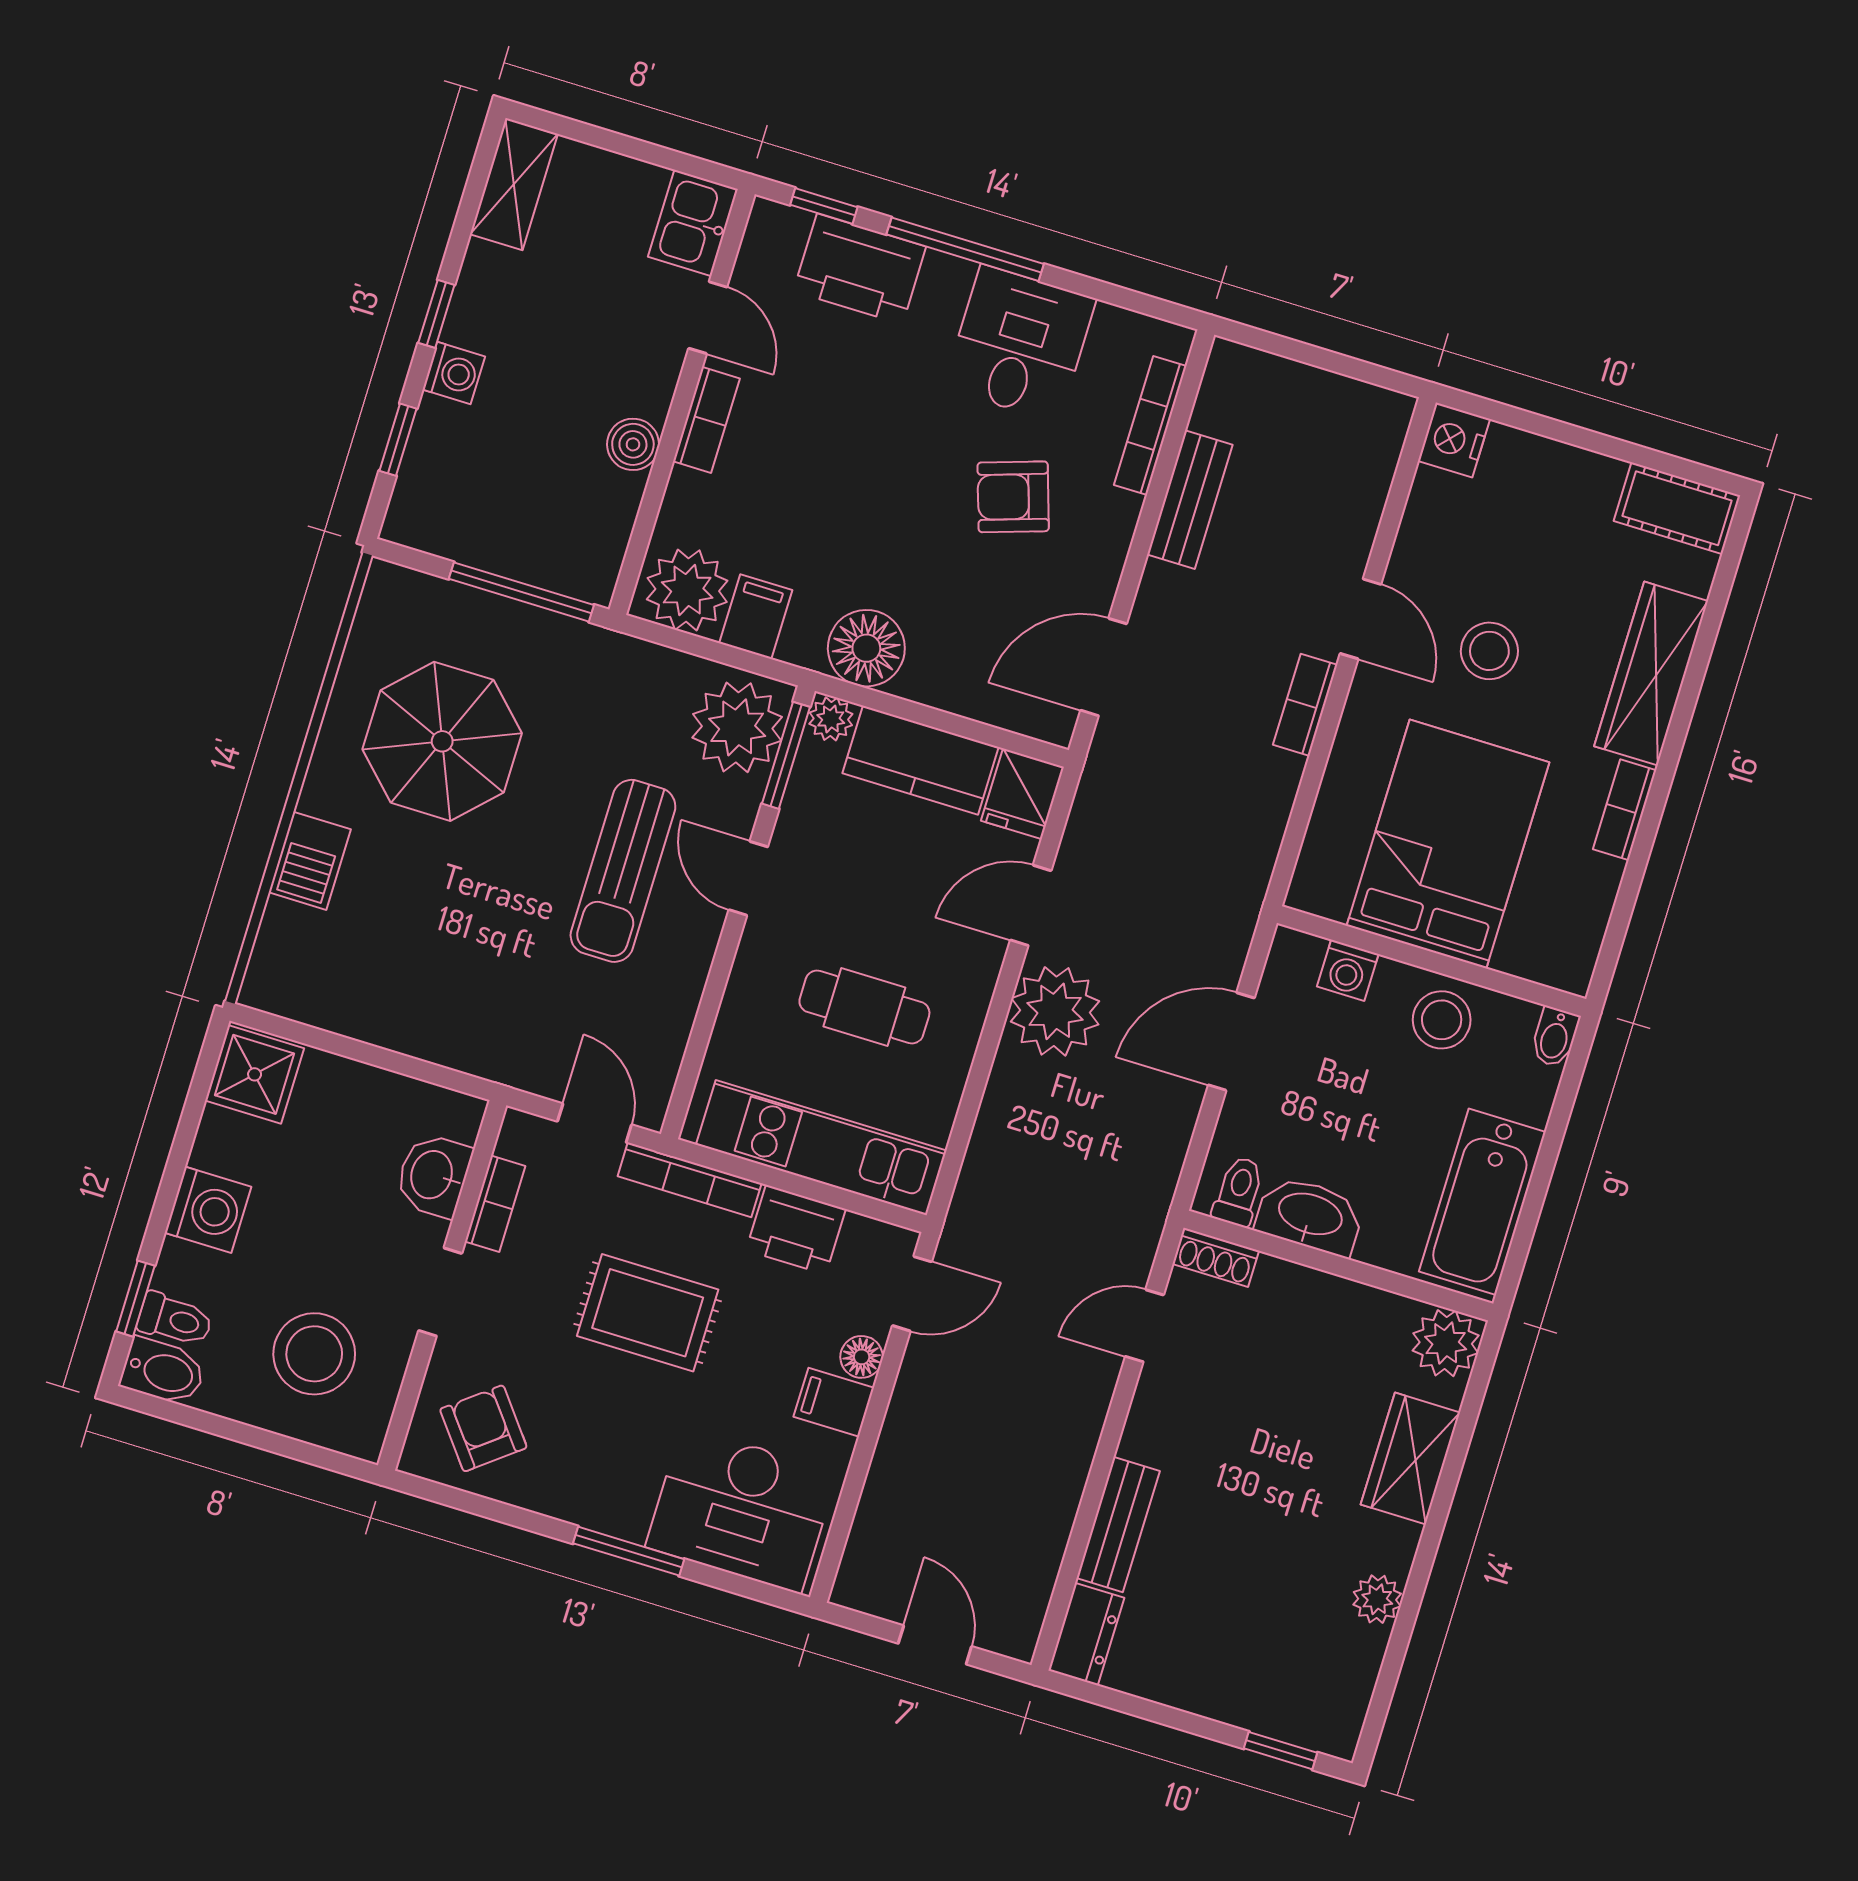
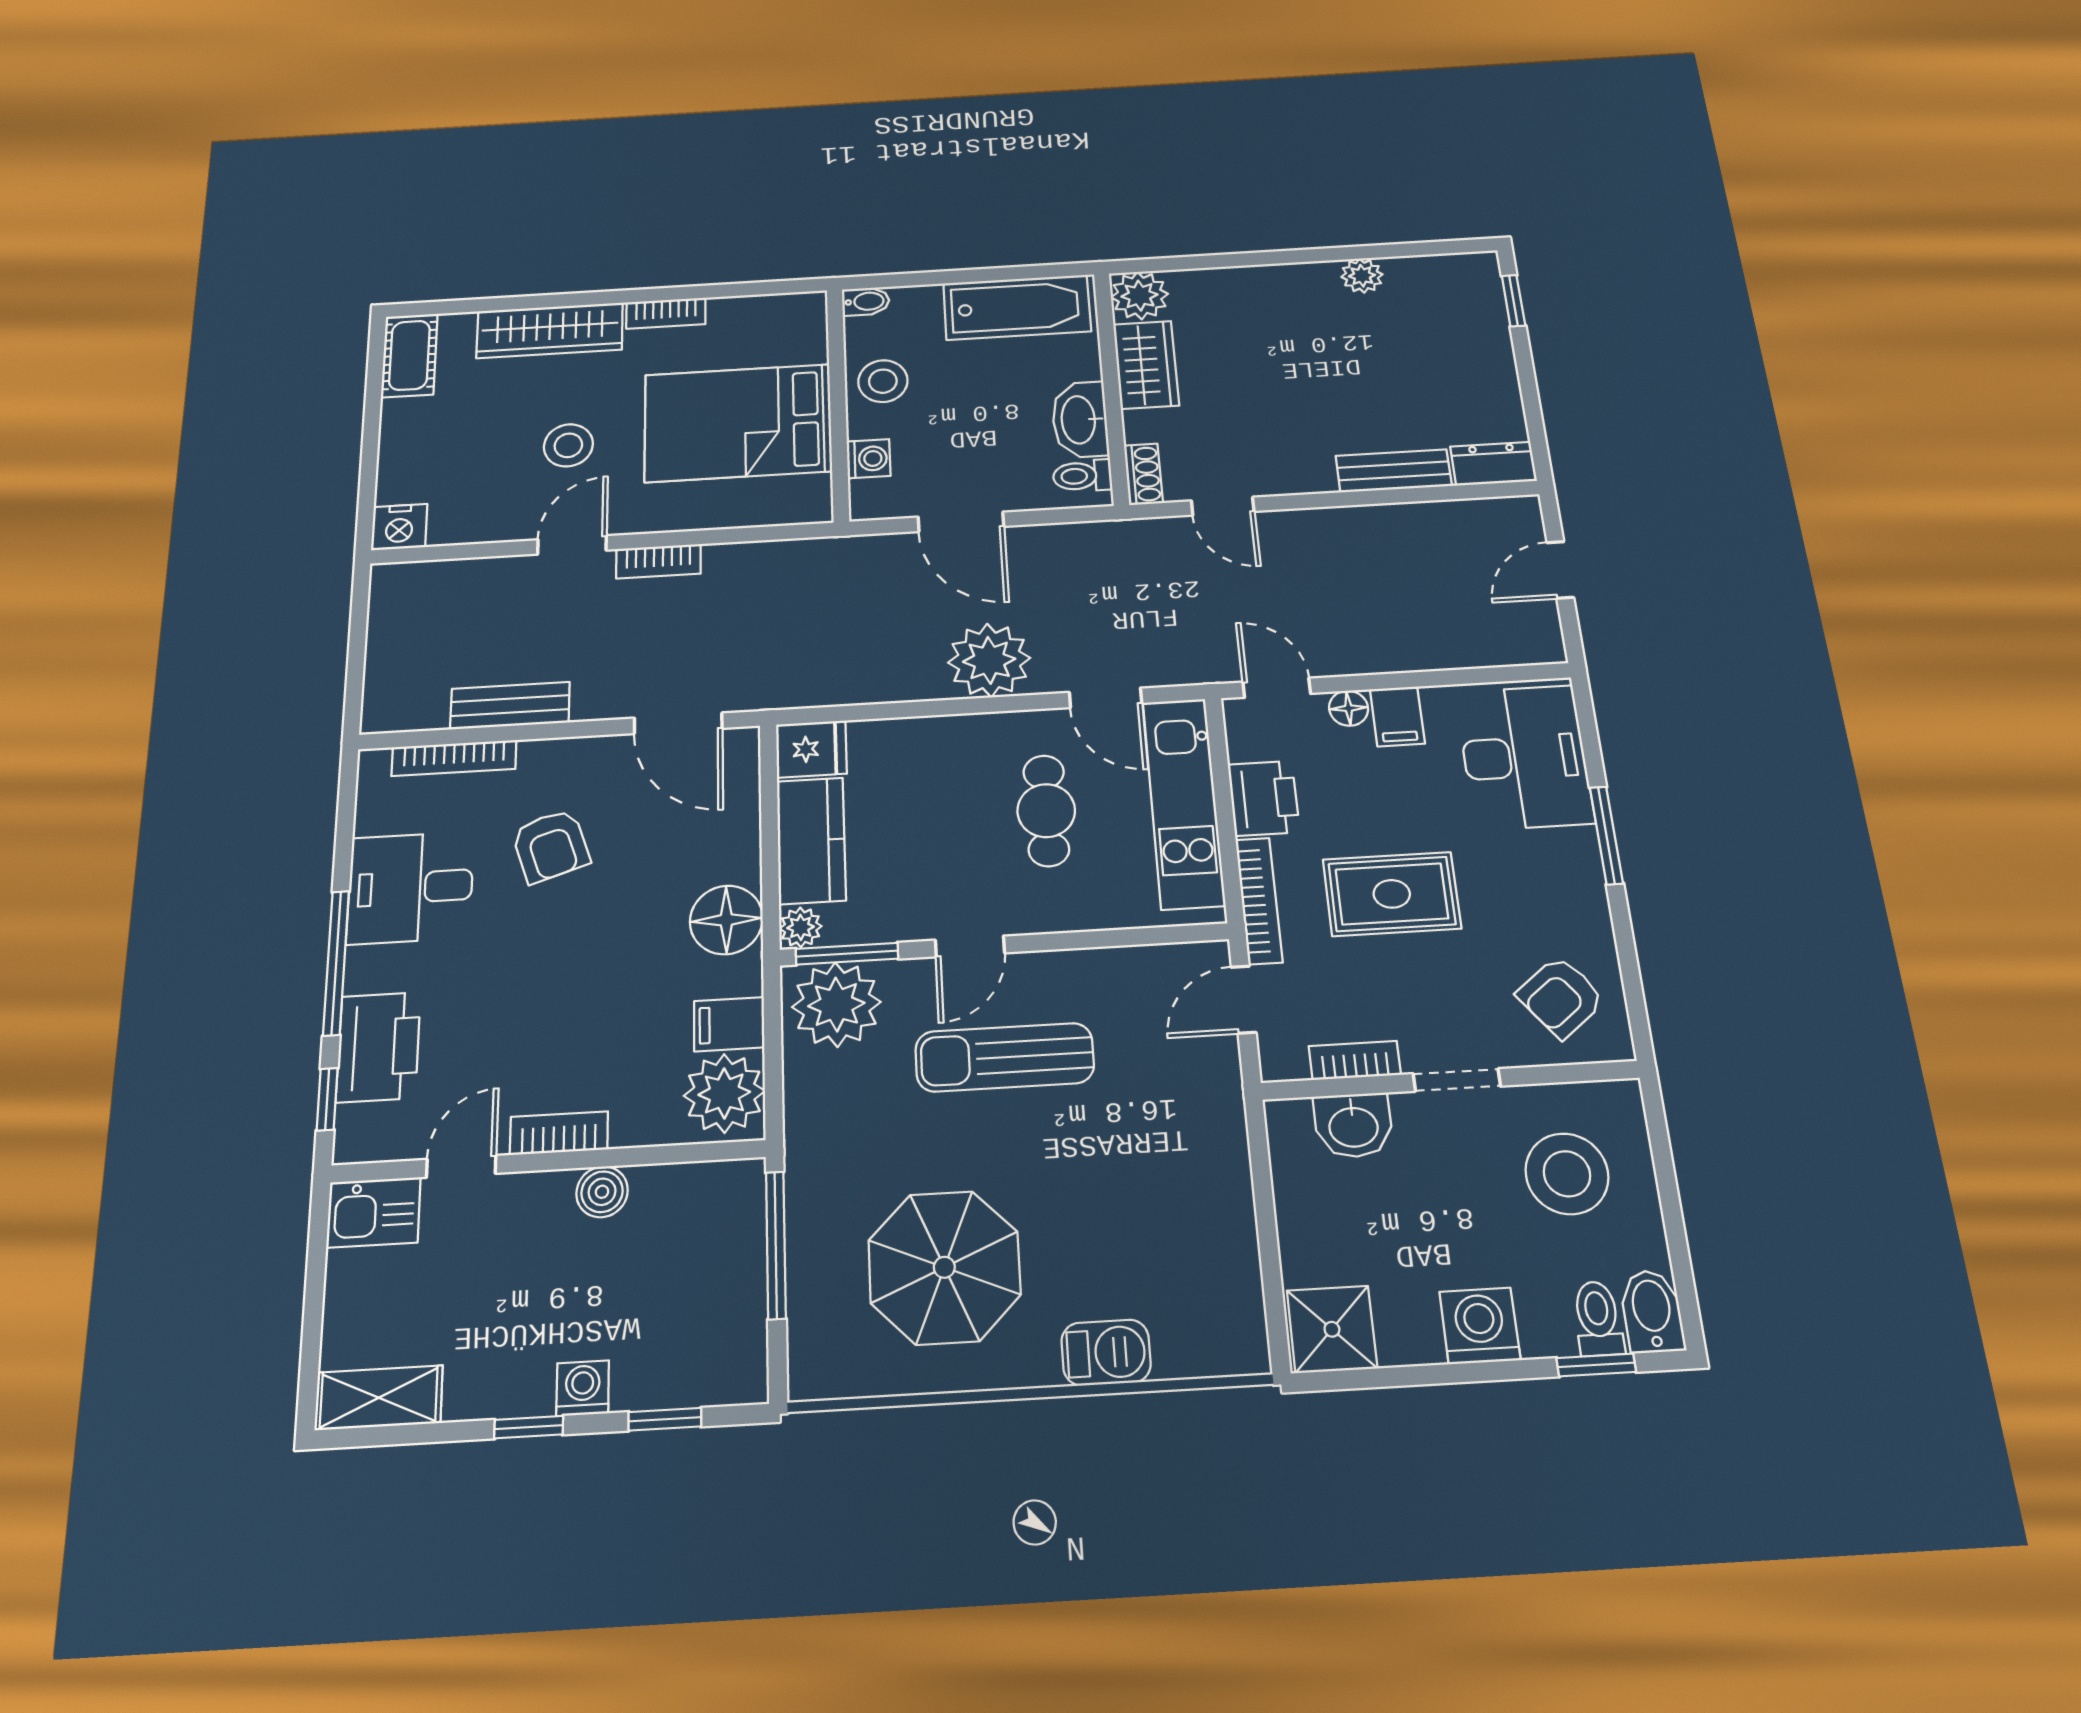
sun lounger: (623, 871) -> (1005, 1057), turned 180
door: (1031, 905) -> (1105, 698), moved
rug: (648, 1313) -> (1392, 894), turned 90
wardrobe: (1410, 1458) -> (1146, 365), moved, turned -90

